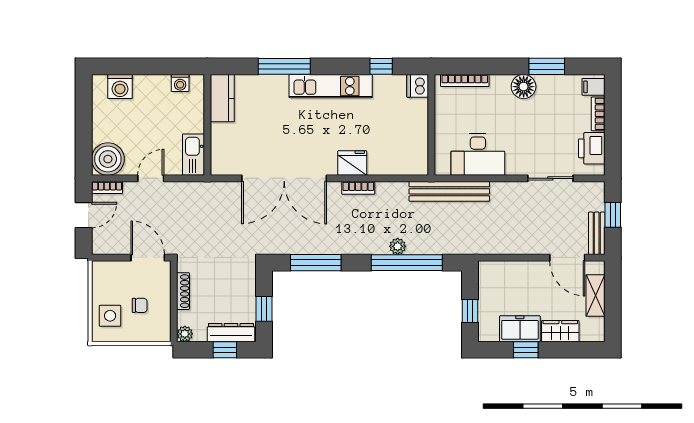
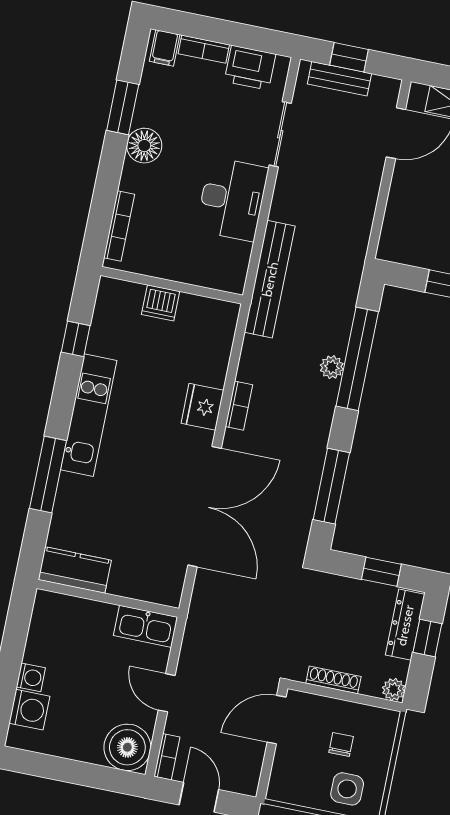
washing machine: (180, 83) -> (31, 677), moved
dishwasher: (418, 86) -> (161, 303), moved
desk: (478, 154) -> (232, 199), moved
bench: (597, 233) -> (339, 79), moved

